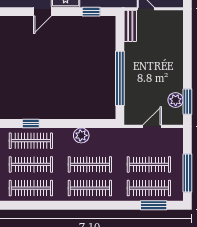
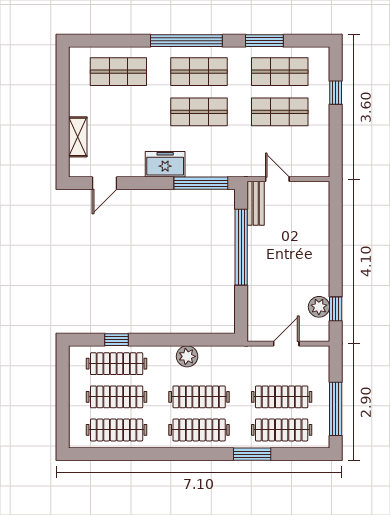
door: (42, 12) -> (104, 183), moved
window: (91, 12) -> (201, 183), width x2.17
window: (120, 78) -> (241, 247), moved
window: (187, 102) -> (336, 309), width x0.67
window: (154, 205) -> (252, 454), moved

